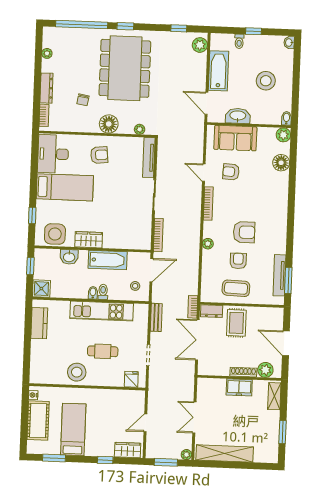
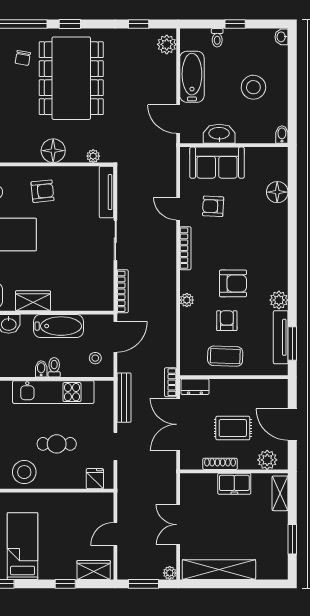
chair: (83, 100) -> (23, 58), moved
plant: (283, 135) -> (279, 300), moved
bench: (156, 317) -> (124, 398), width x1.36
rug: (236, 323) -> (233, 428), moved, turned 90
shoe rack: (243, 372) -> (220, 464), moved

